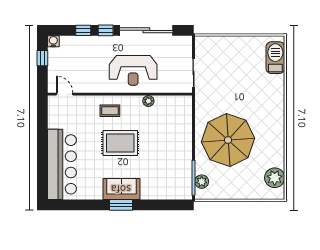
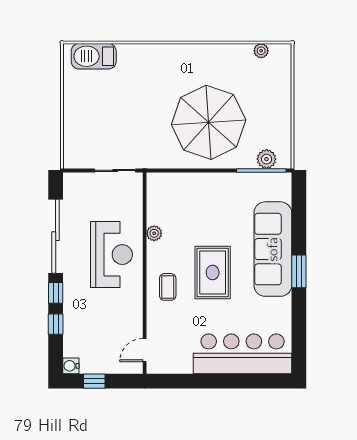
plant: (275, 178) -> (261, 51), width x0.53, depth x0.53
sofa: (121, 189) -> (273, 249), width x1.85, depth x1.27

